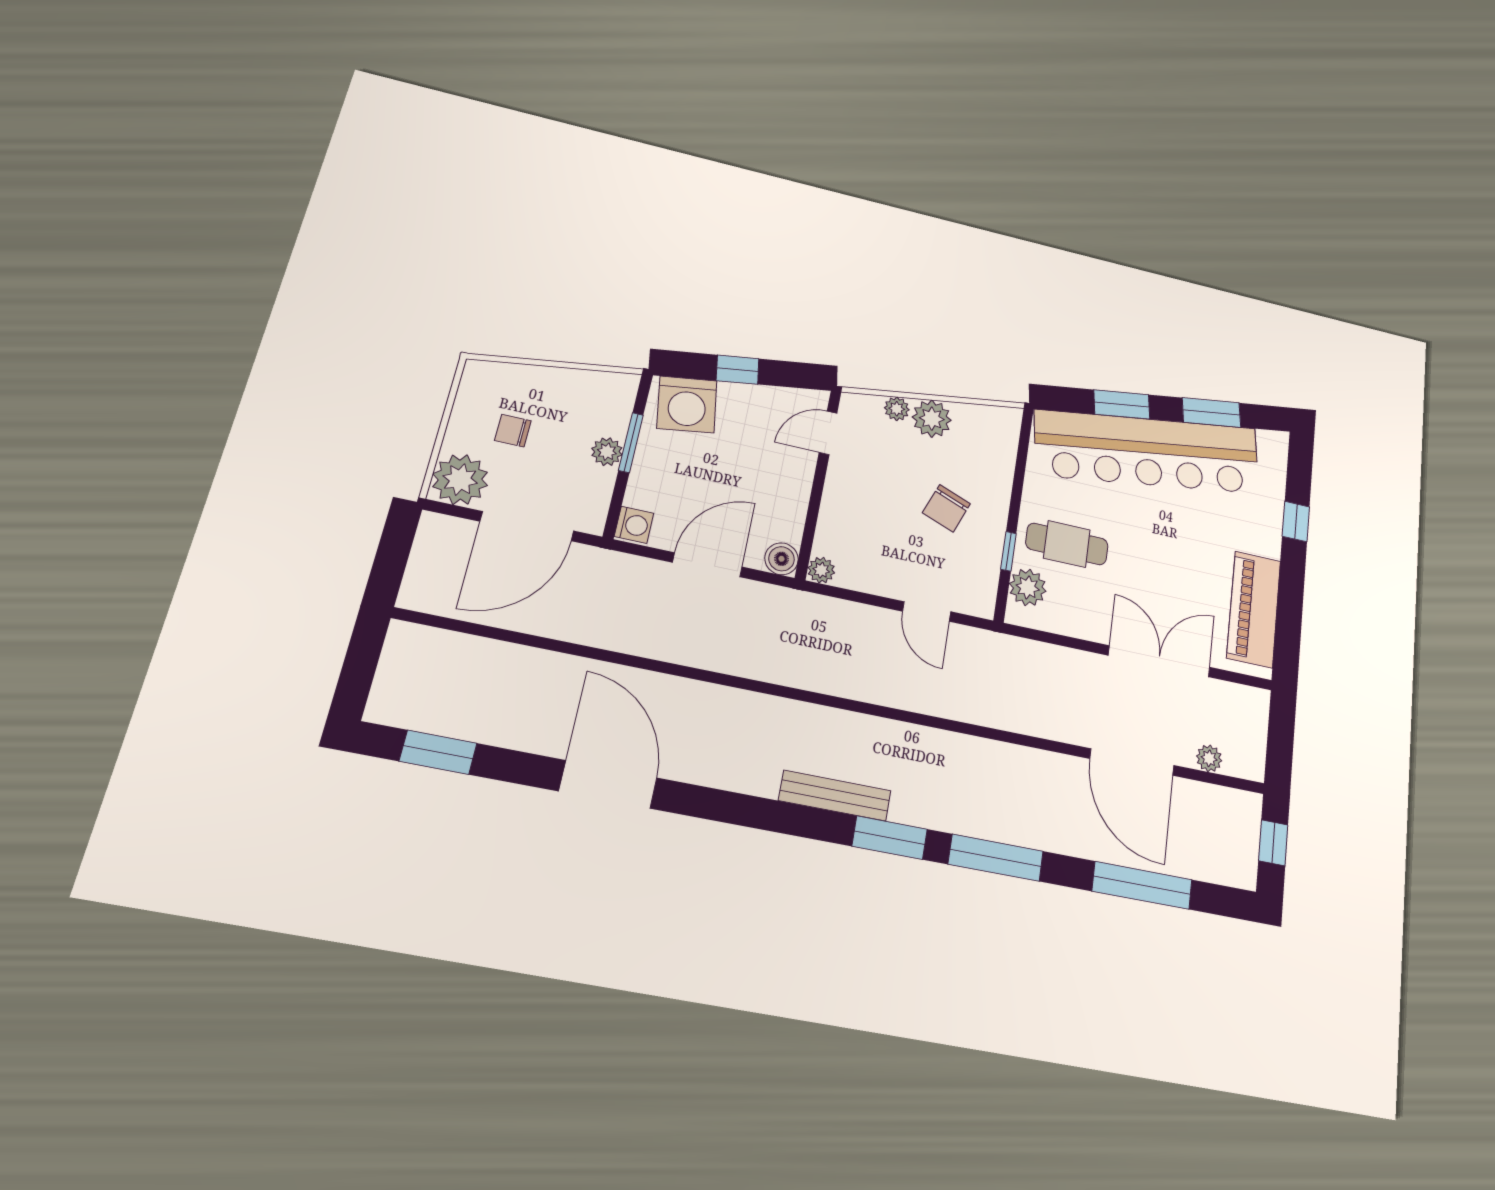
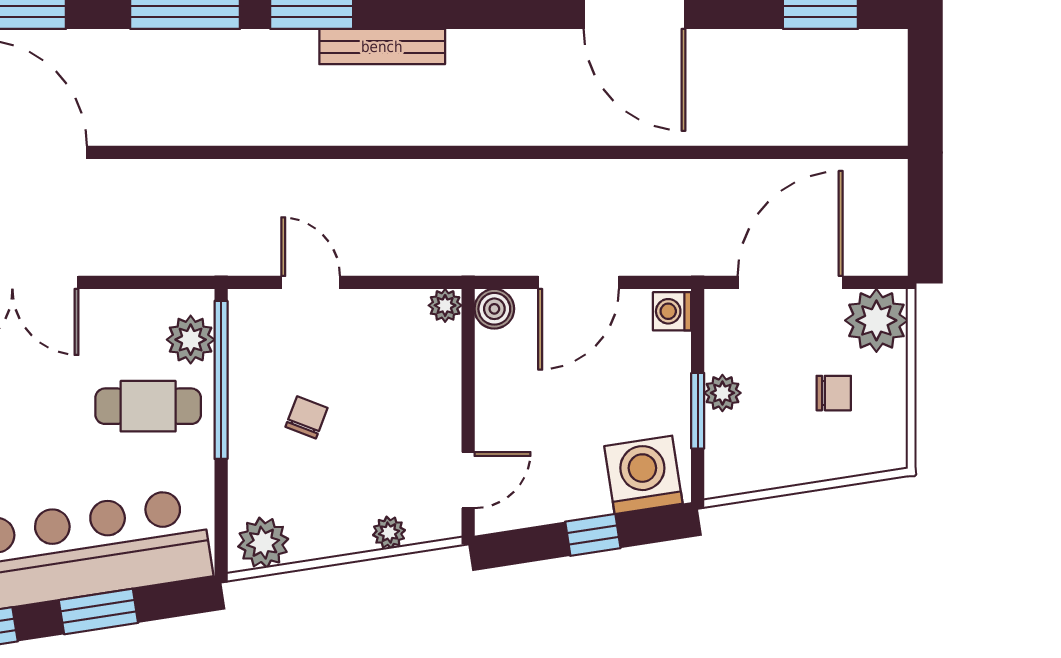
plant: (932, 419) -> (263, 543), moved
chair: (946, 508) -> (306, 417), width x0.73, depth x0.73
window: (1008, 551) -> (221, 380), width x3.17

